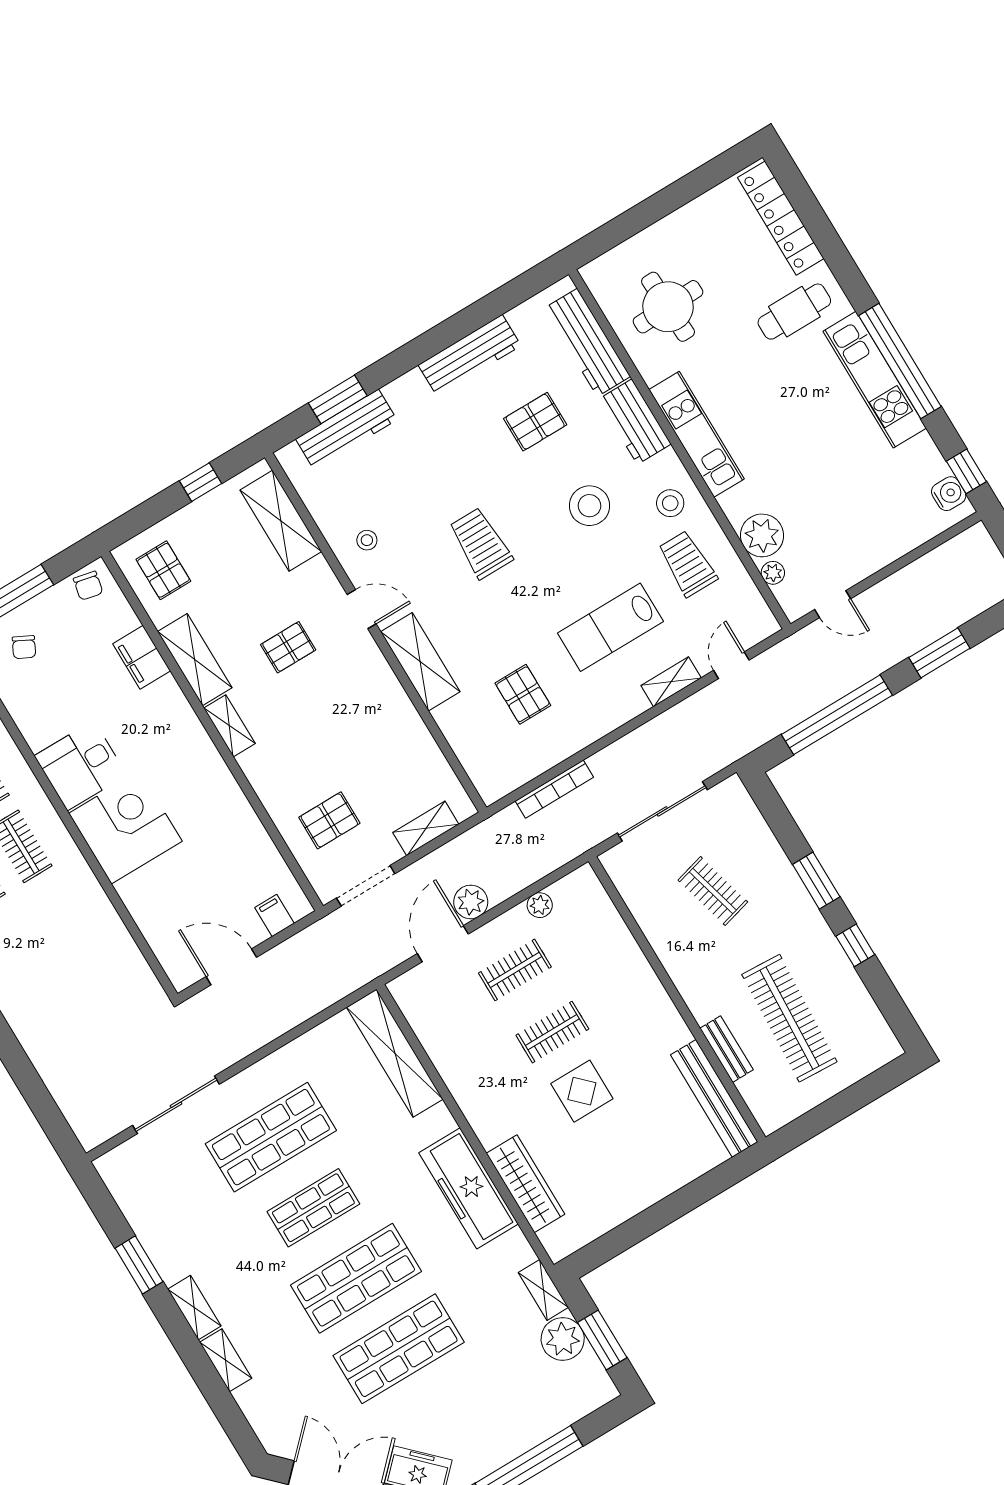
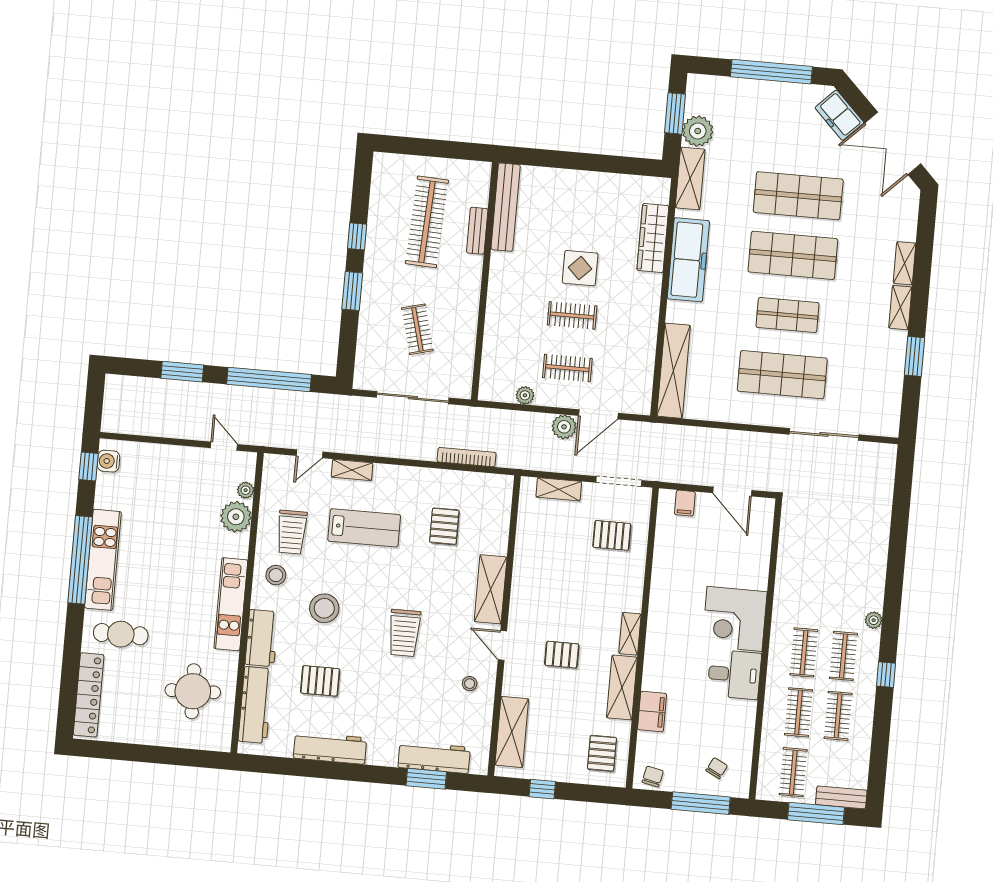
shelving: (543, 1290) -> (690, 178), width x1.50, depth x1.33

